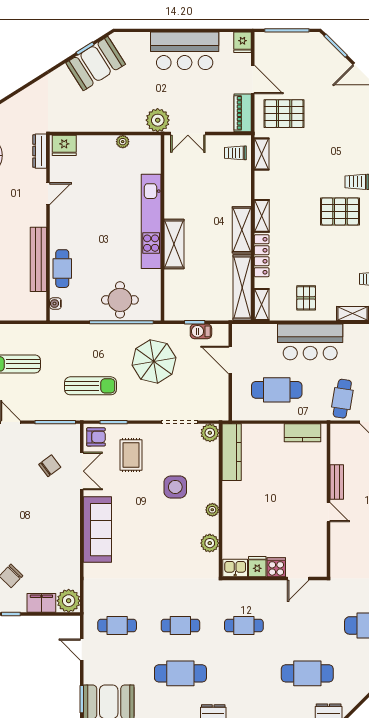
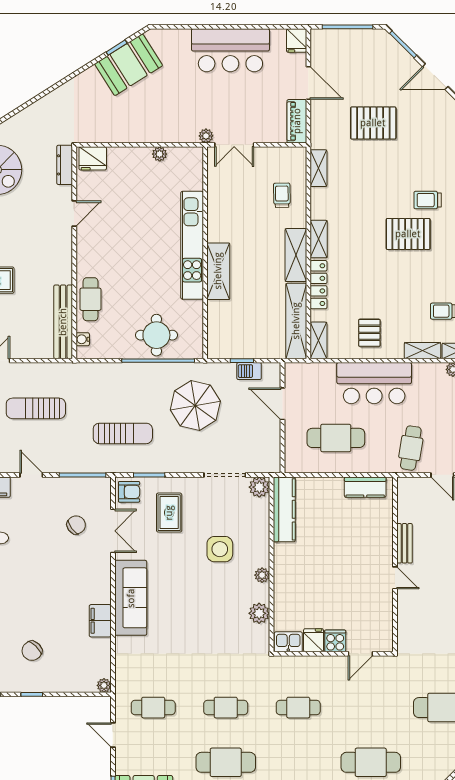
pallet: (284, 114) -> (373, 123), moved
plant: (158, 120) -> (206, 136), width x0.53, depth x0.53
trolley: (235, 153) -> (282, 195), moved, turned 89
bench: (38, 259) -> (63, 322), moved
plant: (69, 601) -> (104, 685), width x0.53, depth x0.53
filing cabinet: (41, 603) -> (100, 621), moved, turned -90

